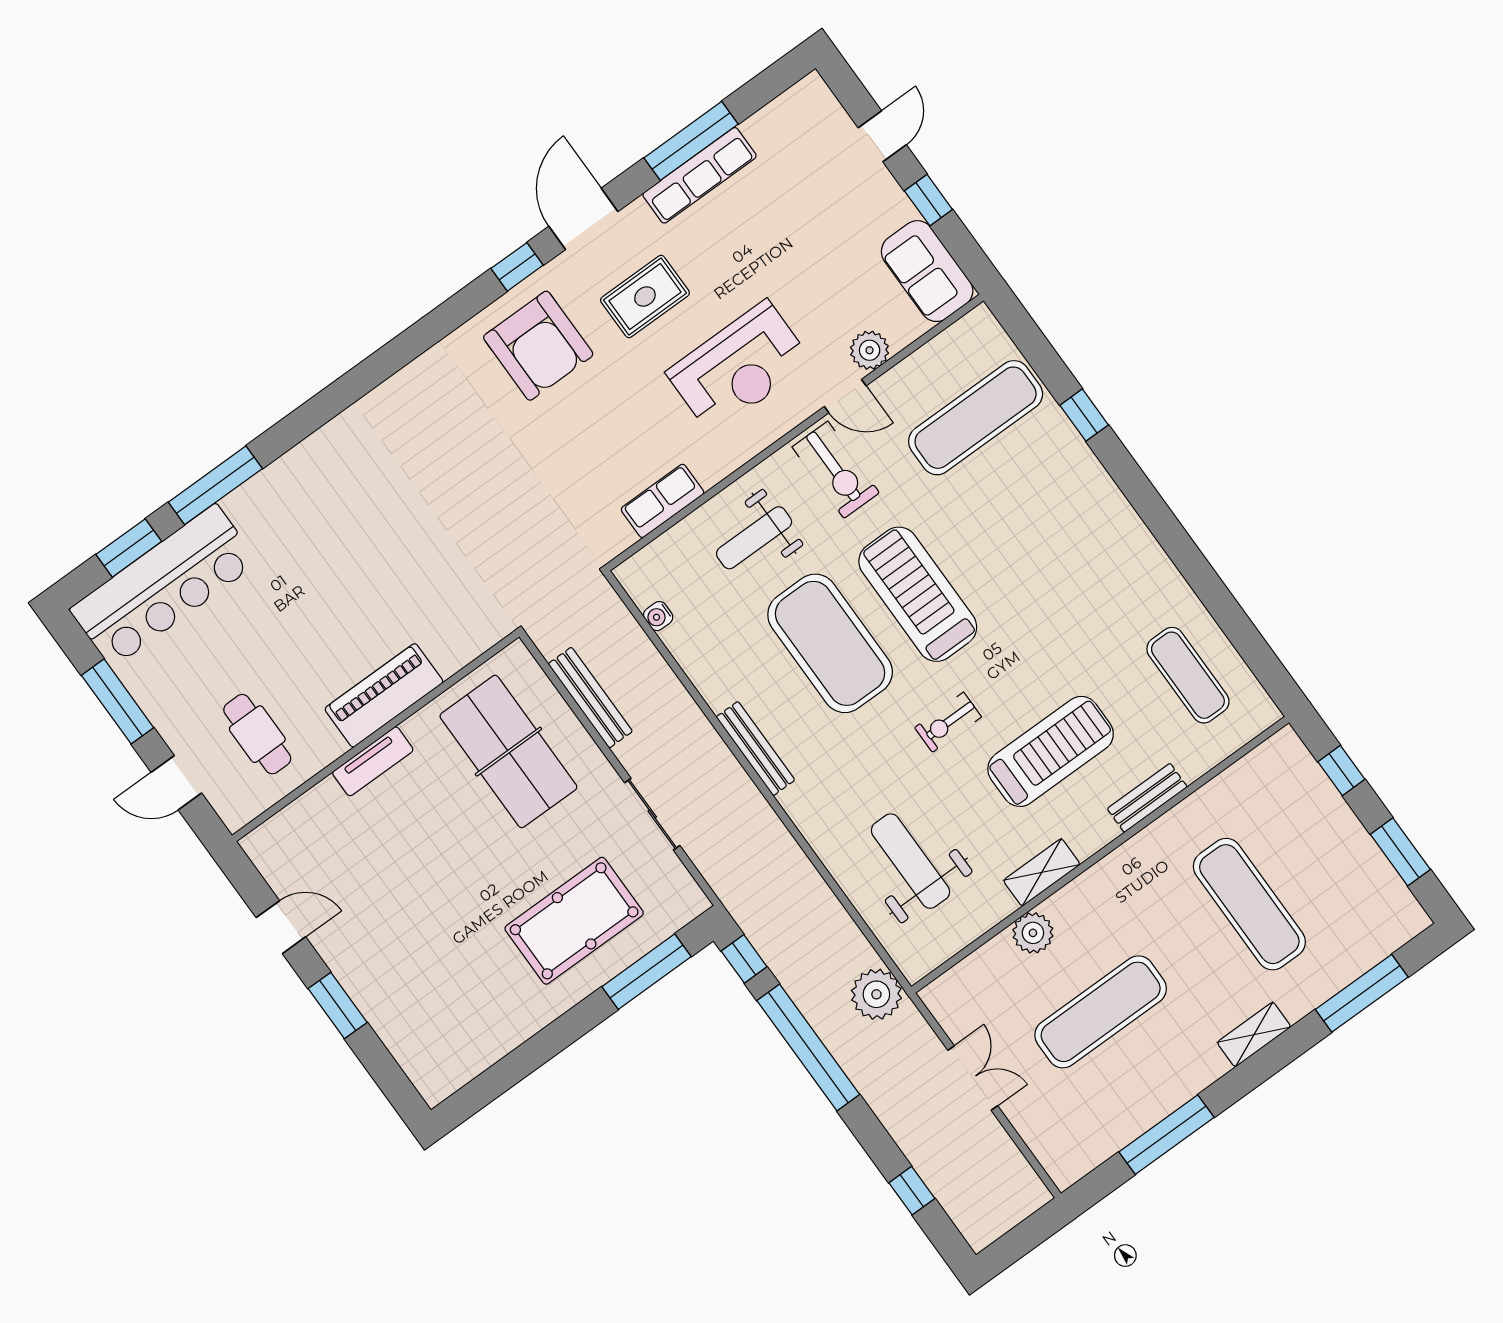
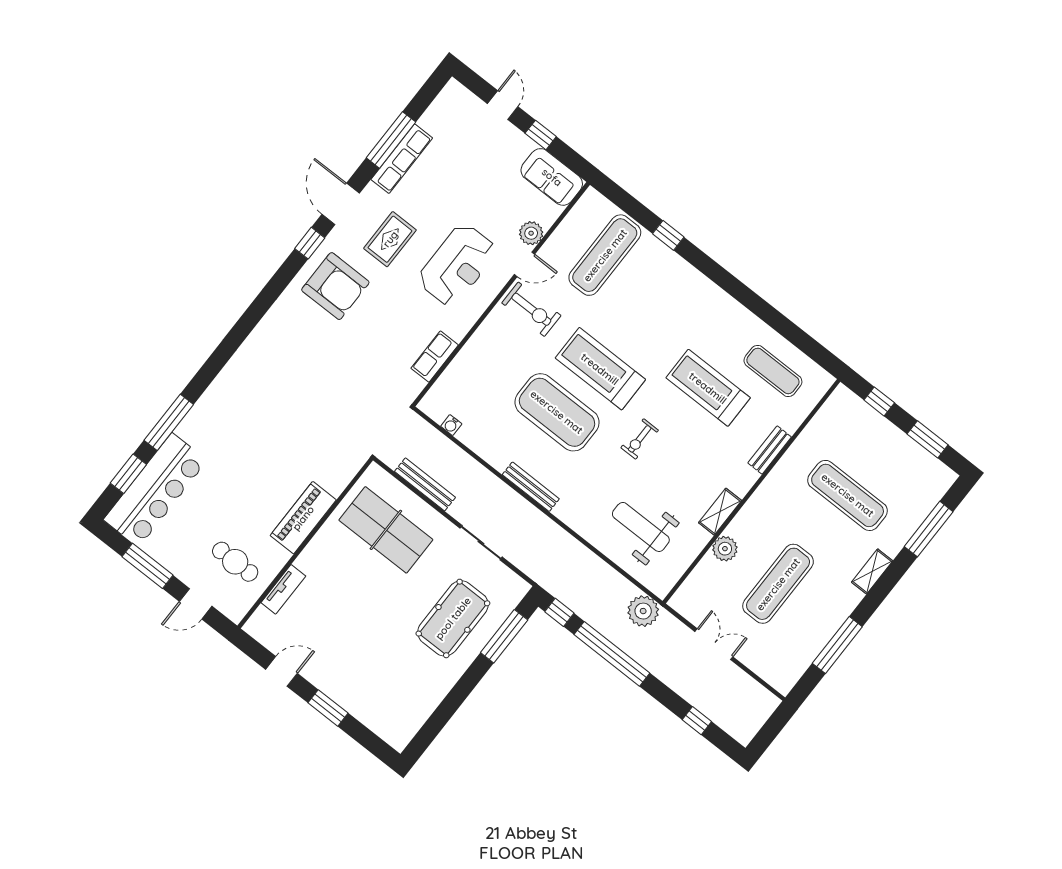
weight bench: (754, 538) -> (495, 363), removed
treadmill: (1051, 751) -> (708, 388), moved, turned -90
tv unit: (373, 761) -> (283, 589), moved

